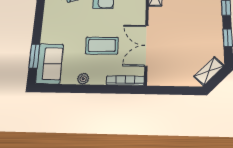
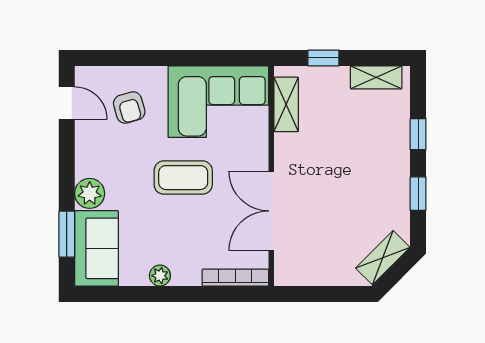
plant: (49, 36) -> (90, 193), added
coffee table: (102, 46) -> (183, 178), moved

